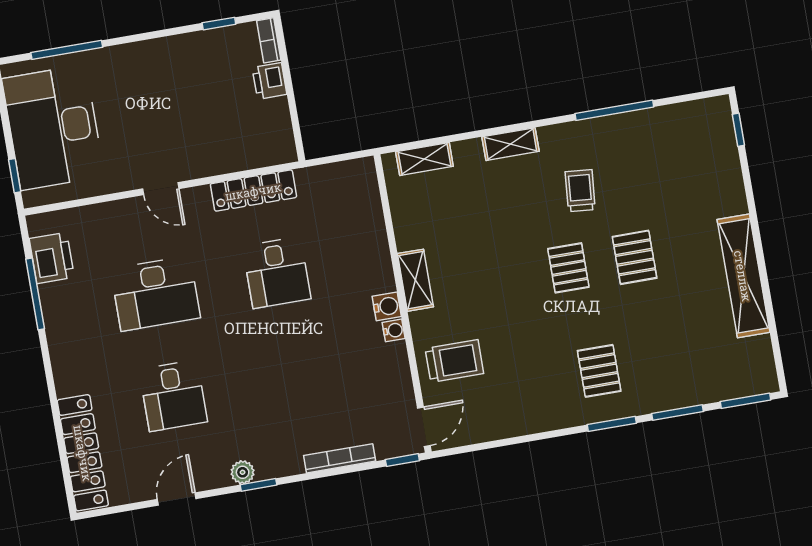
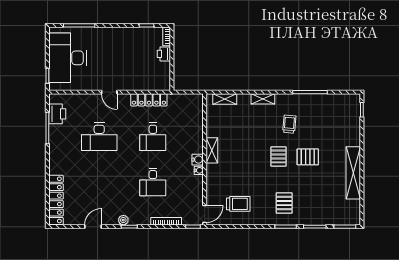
pallet: (635, 257) -> (308, 157), turned 90
trolley: (454, 361) -> (238, 204), moved
desk: (173, 396) -> (153, 182), moved

